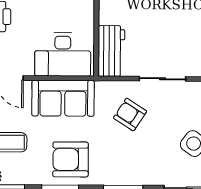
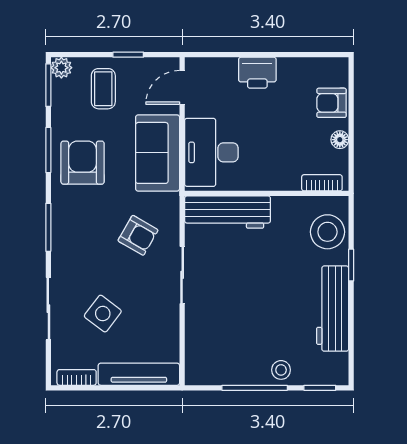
workbench: (111, 51) -> (228, 212), width x1.38
armchair: (130, 115) -> (138, 235), turned 87

